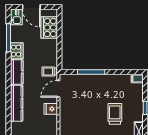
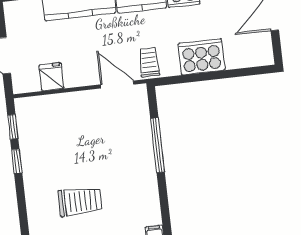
cooker: (49, 28) -> (201, 57), moved
fridge: (51, 109) -> (51, 77), moved

